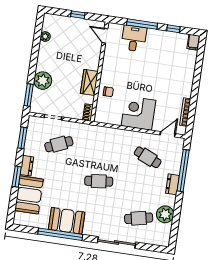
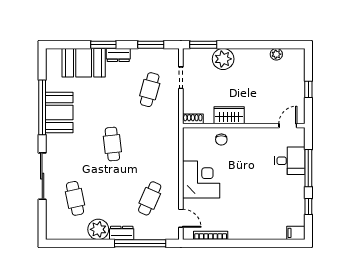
cafe table: (59, 144) -> (150, 90), turned 39
plant: (165, 214) -> (98, 229), moved

